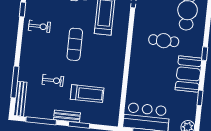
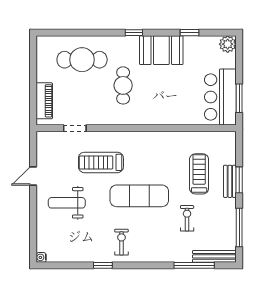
exercise mat: (75, 44) -> (139, 196), width x1.36, depth x1.45
bench: (67, 116) -> (230, 181), moved

